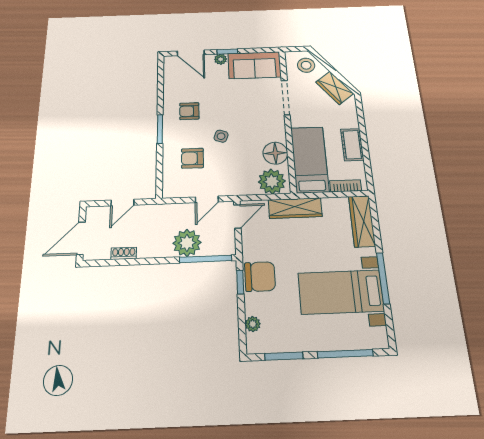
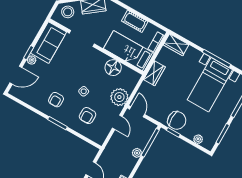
plant: (272, 181) -> (119, 97), moved
wardrobe: (295, 208) -> (154, 73), width x0.67
wardrobe: (362, 221) -> (176, 45), width x0.67
plant: (187, 243) -> (137, 153), width x0.53, depth x0.53
chair: (260, 277) -> (177, 120), turned 90

